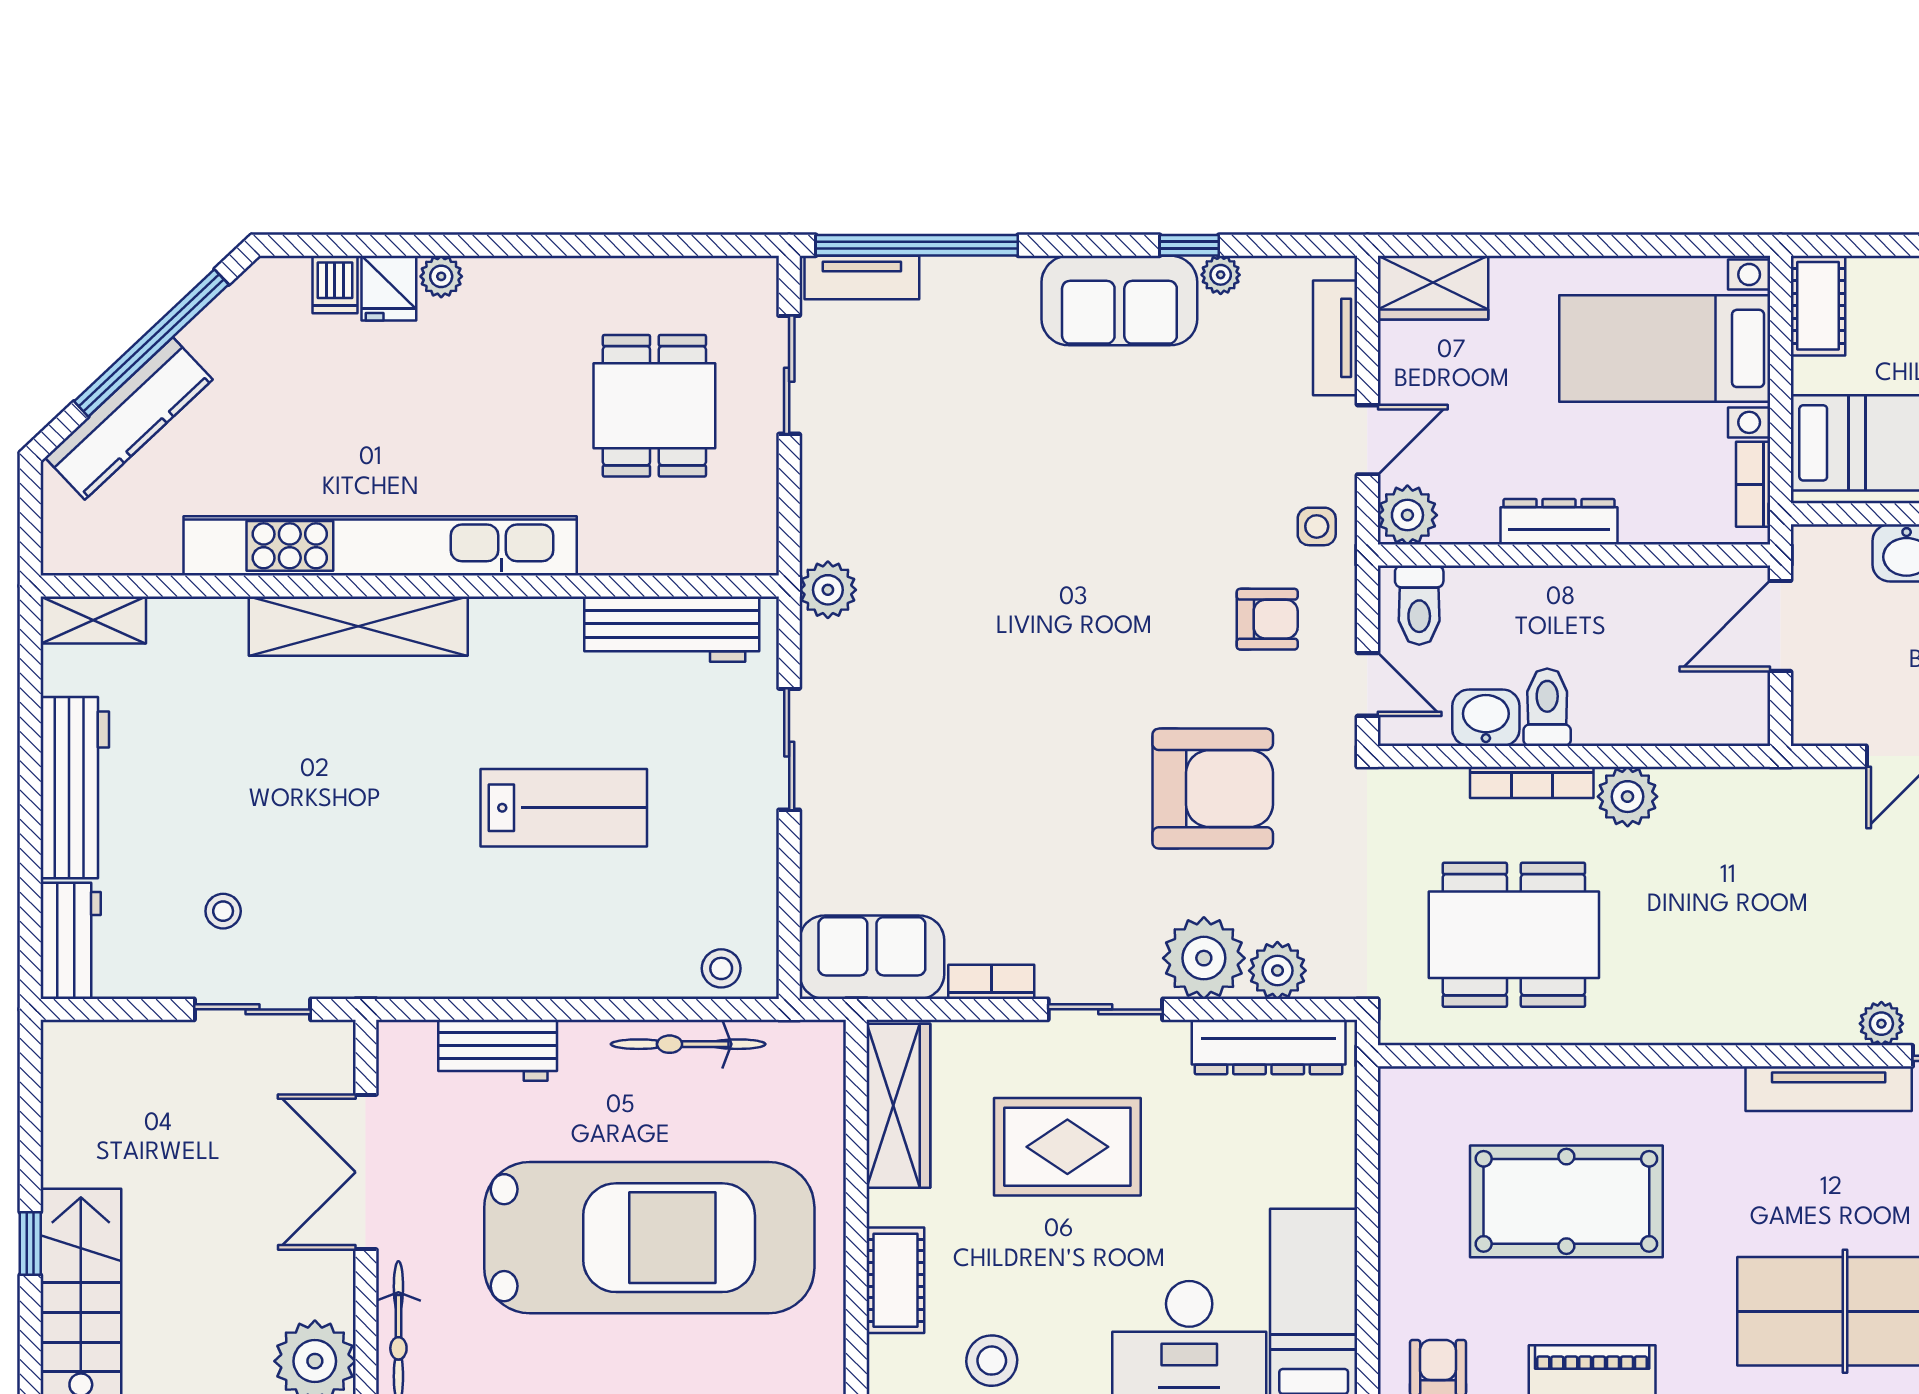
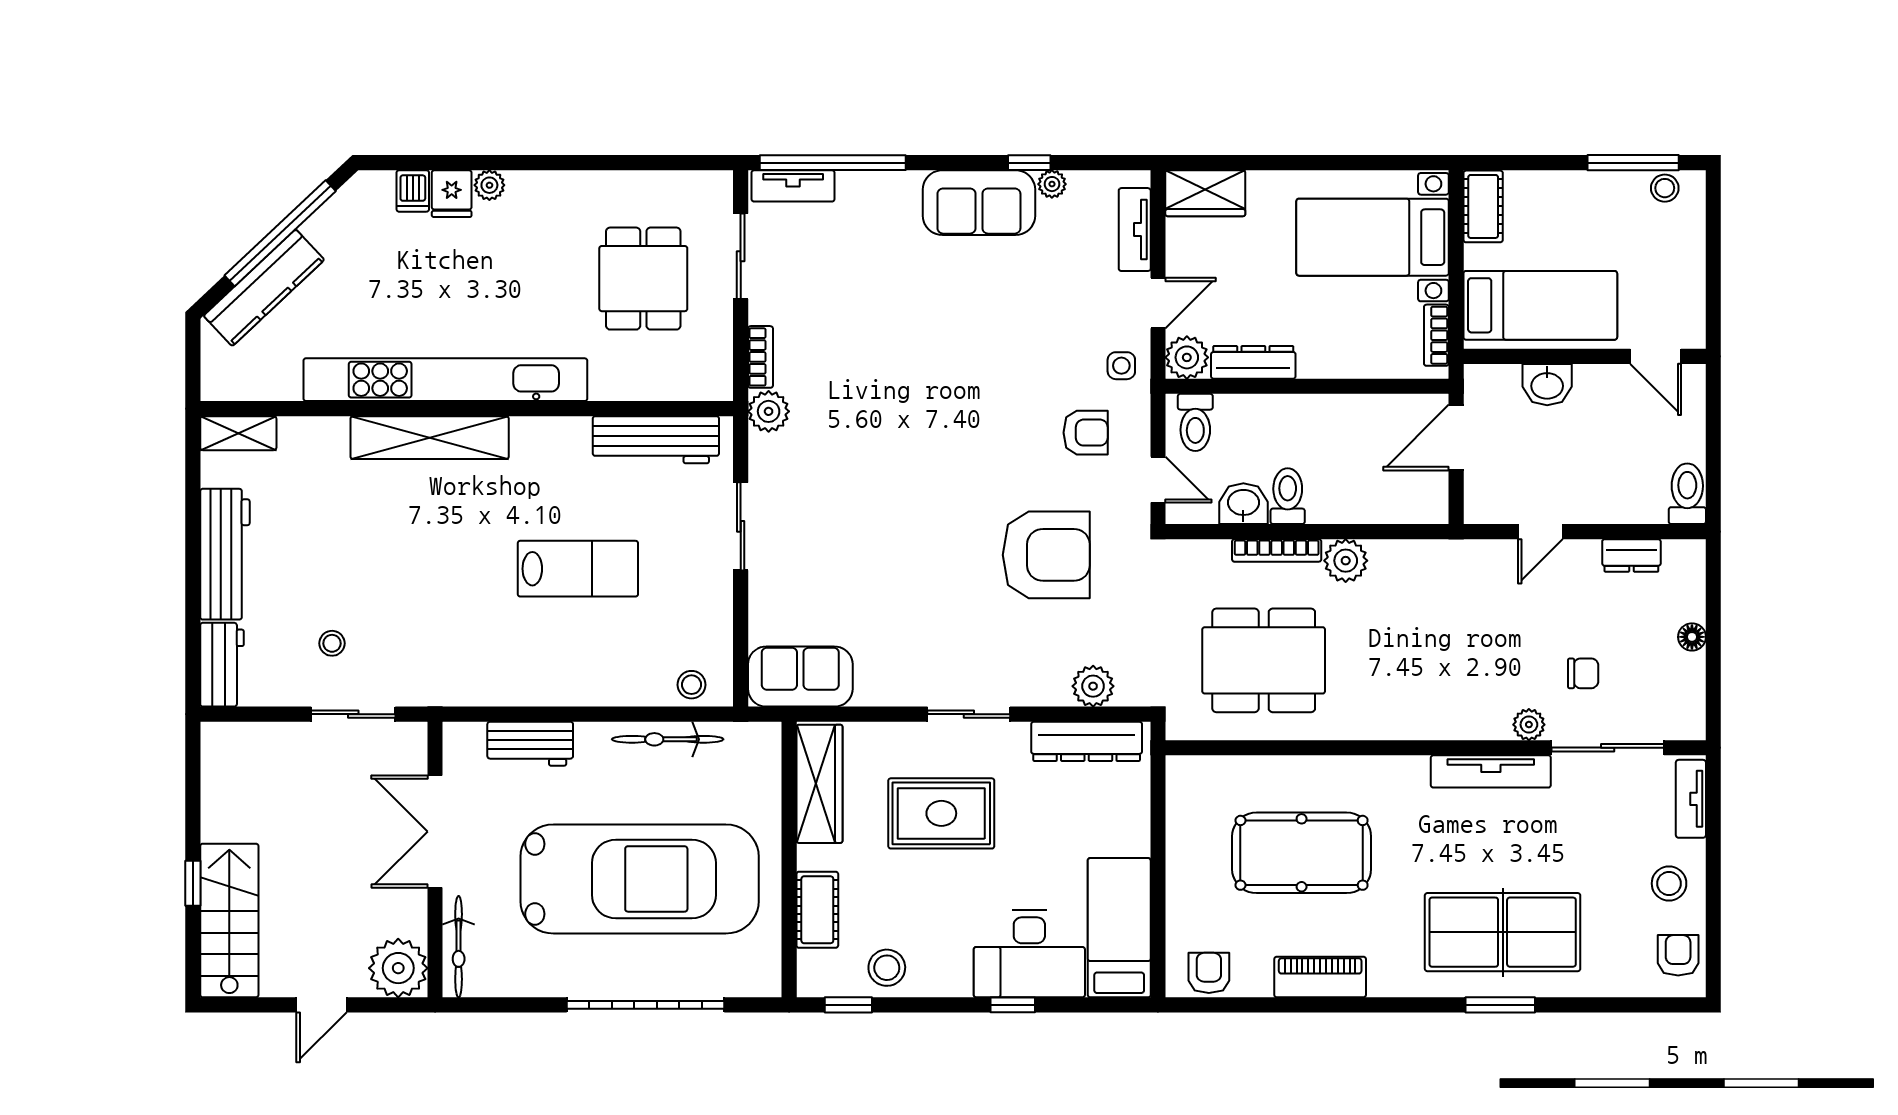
dresser: (1559, 522) -> (1253, 362), moved
plant: (1204, 958) -> (1040, 677), removed
bookcase: (991, 982) -> (760, 357), moved, turned 90

